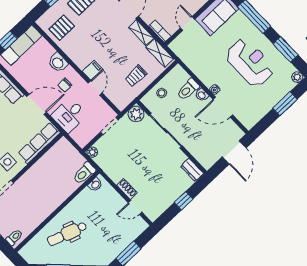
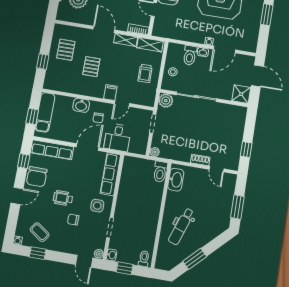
pallet: (62, 28) -> (91, 67), moved
door: (95, 88) -> (122, 104), swing flipped
shower: (207, 158) -> (241, 94), added
dresser: (192, 170) -> (237, 111), removed
washbasin: (95, 185) -> (176, 180), width x1.91, depth x1.45
window: (184, 201) -> (246, 150), moved
door: (135, 207) -> (216, 169), hinge flipped

